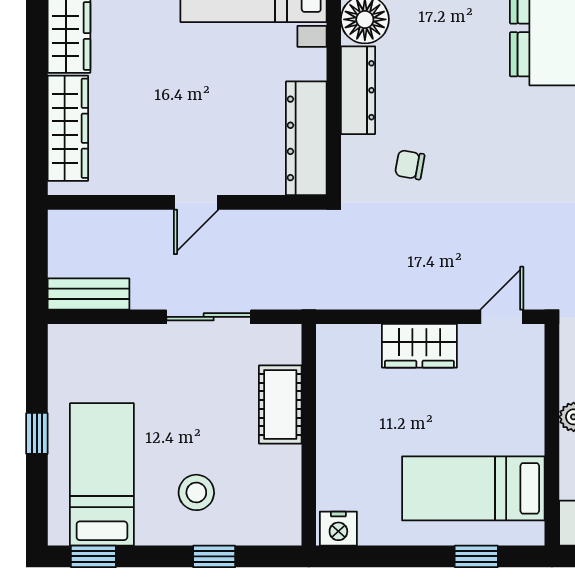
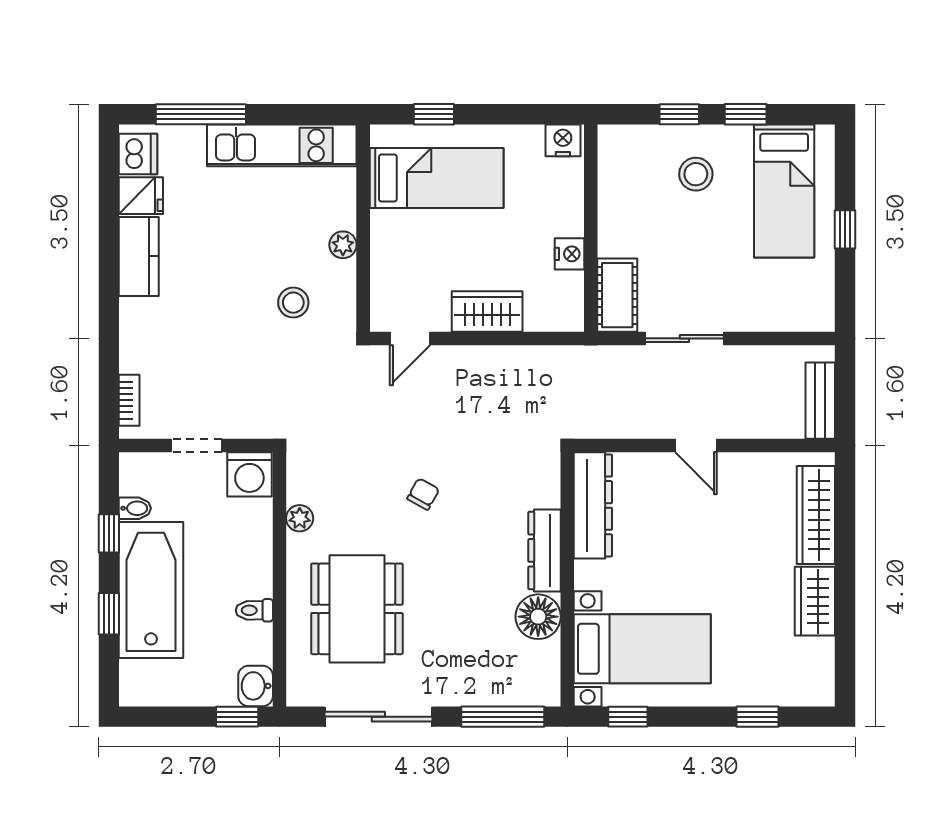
chair: (410, 165) -> (423, 494), moved, turned -71
door: (196, 202) -> (696, 446), swing flipped
bench: (89, 294) -> (820, 401), moved, turned 90
cot: (280, 405) -> (617, 295), moved
nightstand: (331, 407) -> (569, 254), added
window: (93, 556) -> (746, 114), moved

